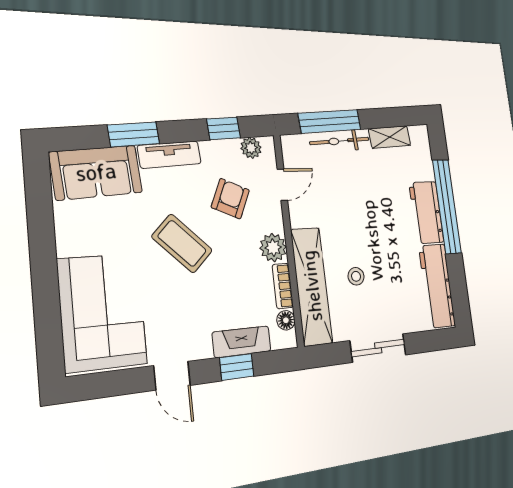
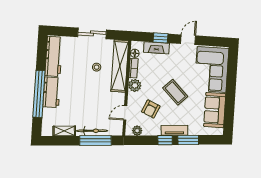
window: (224, 128) -> (165, 140), moved
sofa: (96, 172) -> (215, 110), moved, turned -86
door: (172, 376) -> (188, 40), hinge flipped

